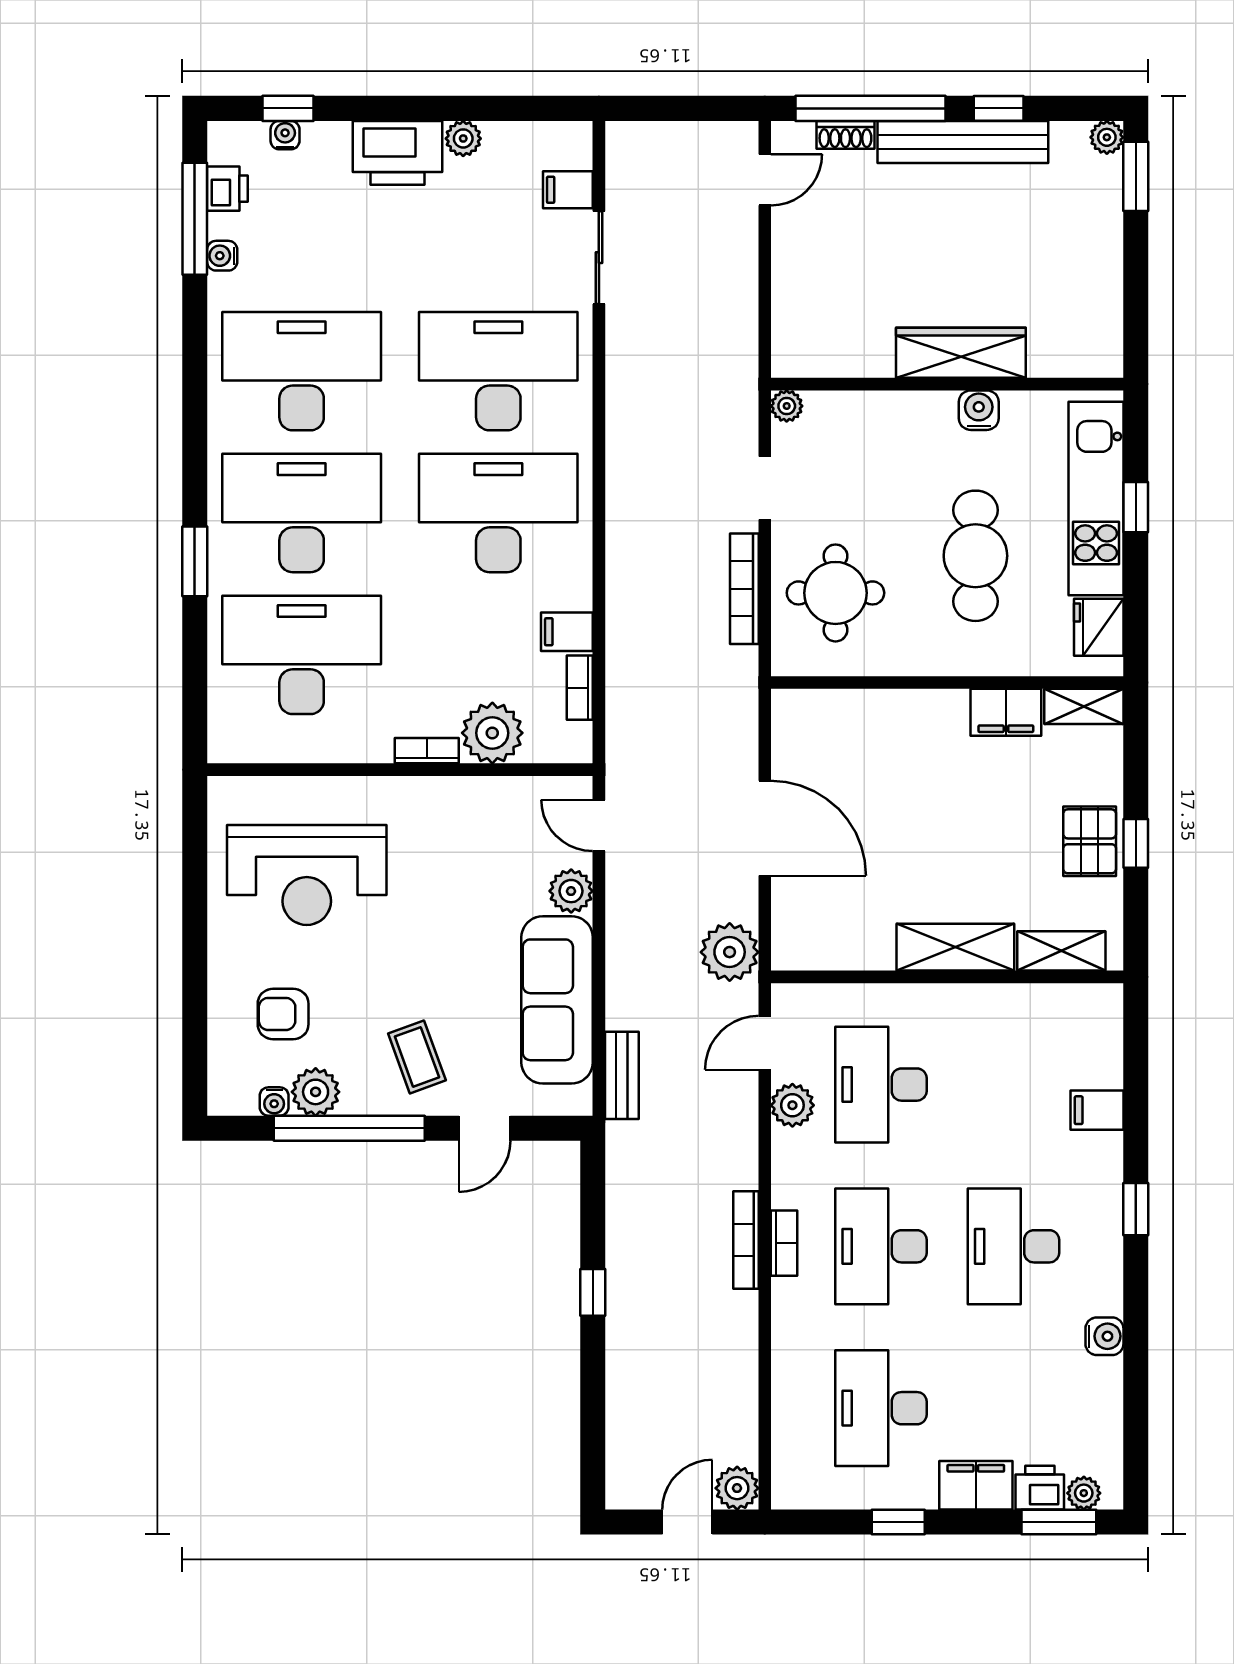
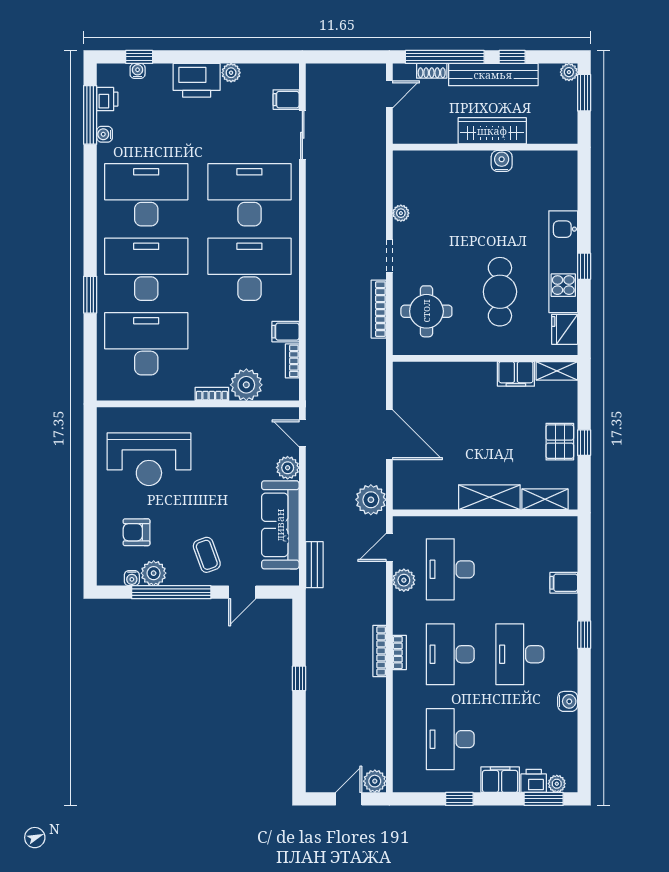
wardrobe: (961, 353) -> (492, 131), moved
wall: (947, 384) -> (485, 147), moved
water cooler: (979, 410) -> (502, 161), moved

